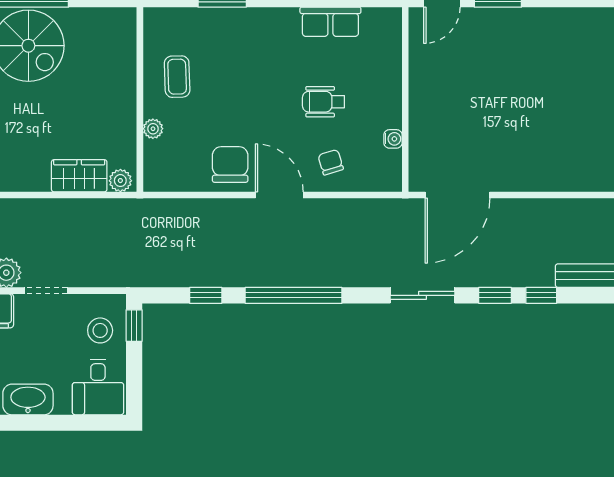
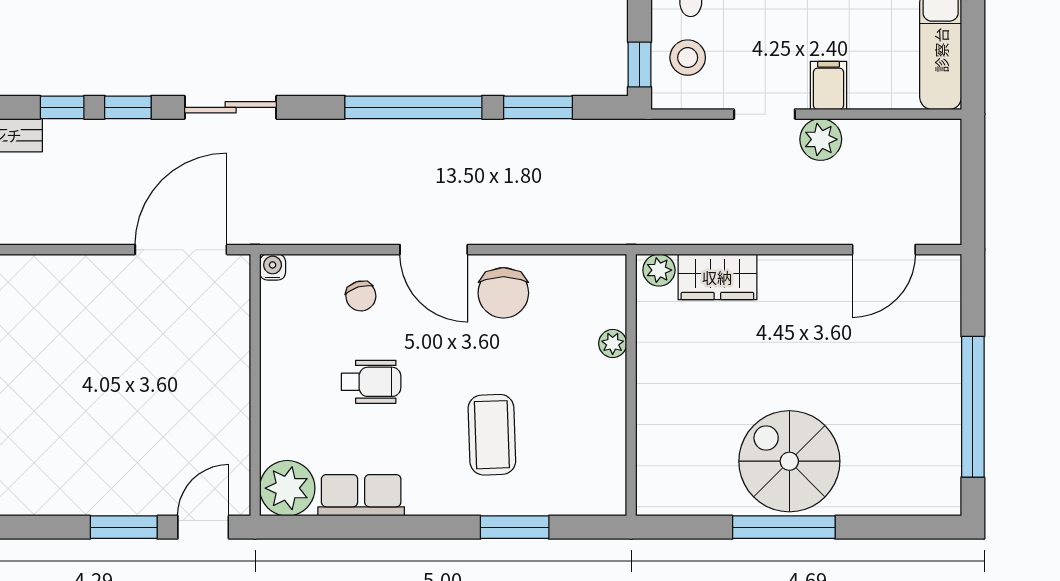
plant: (383, 27) -> (287, 488), added
coffee table: (177, 77) -> (492, 435), moved, width x1.36, depth x1.30
water cooler: (393, 139) -> (273, 267), moved, turned 90
window: (206, 295) -> (538, 107), width x1.50

